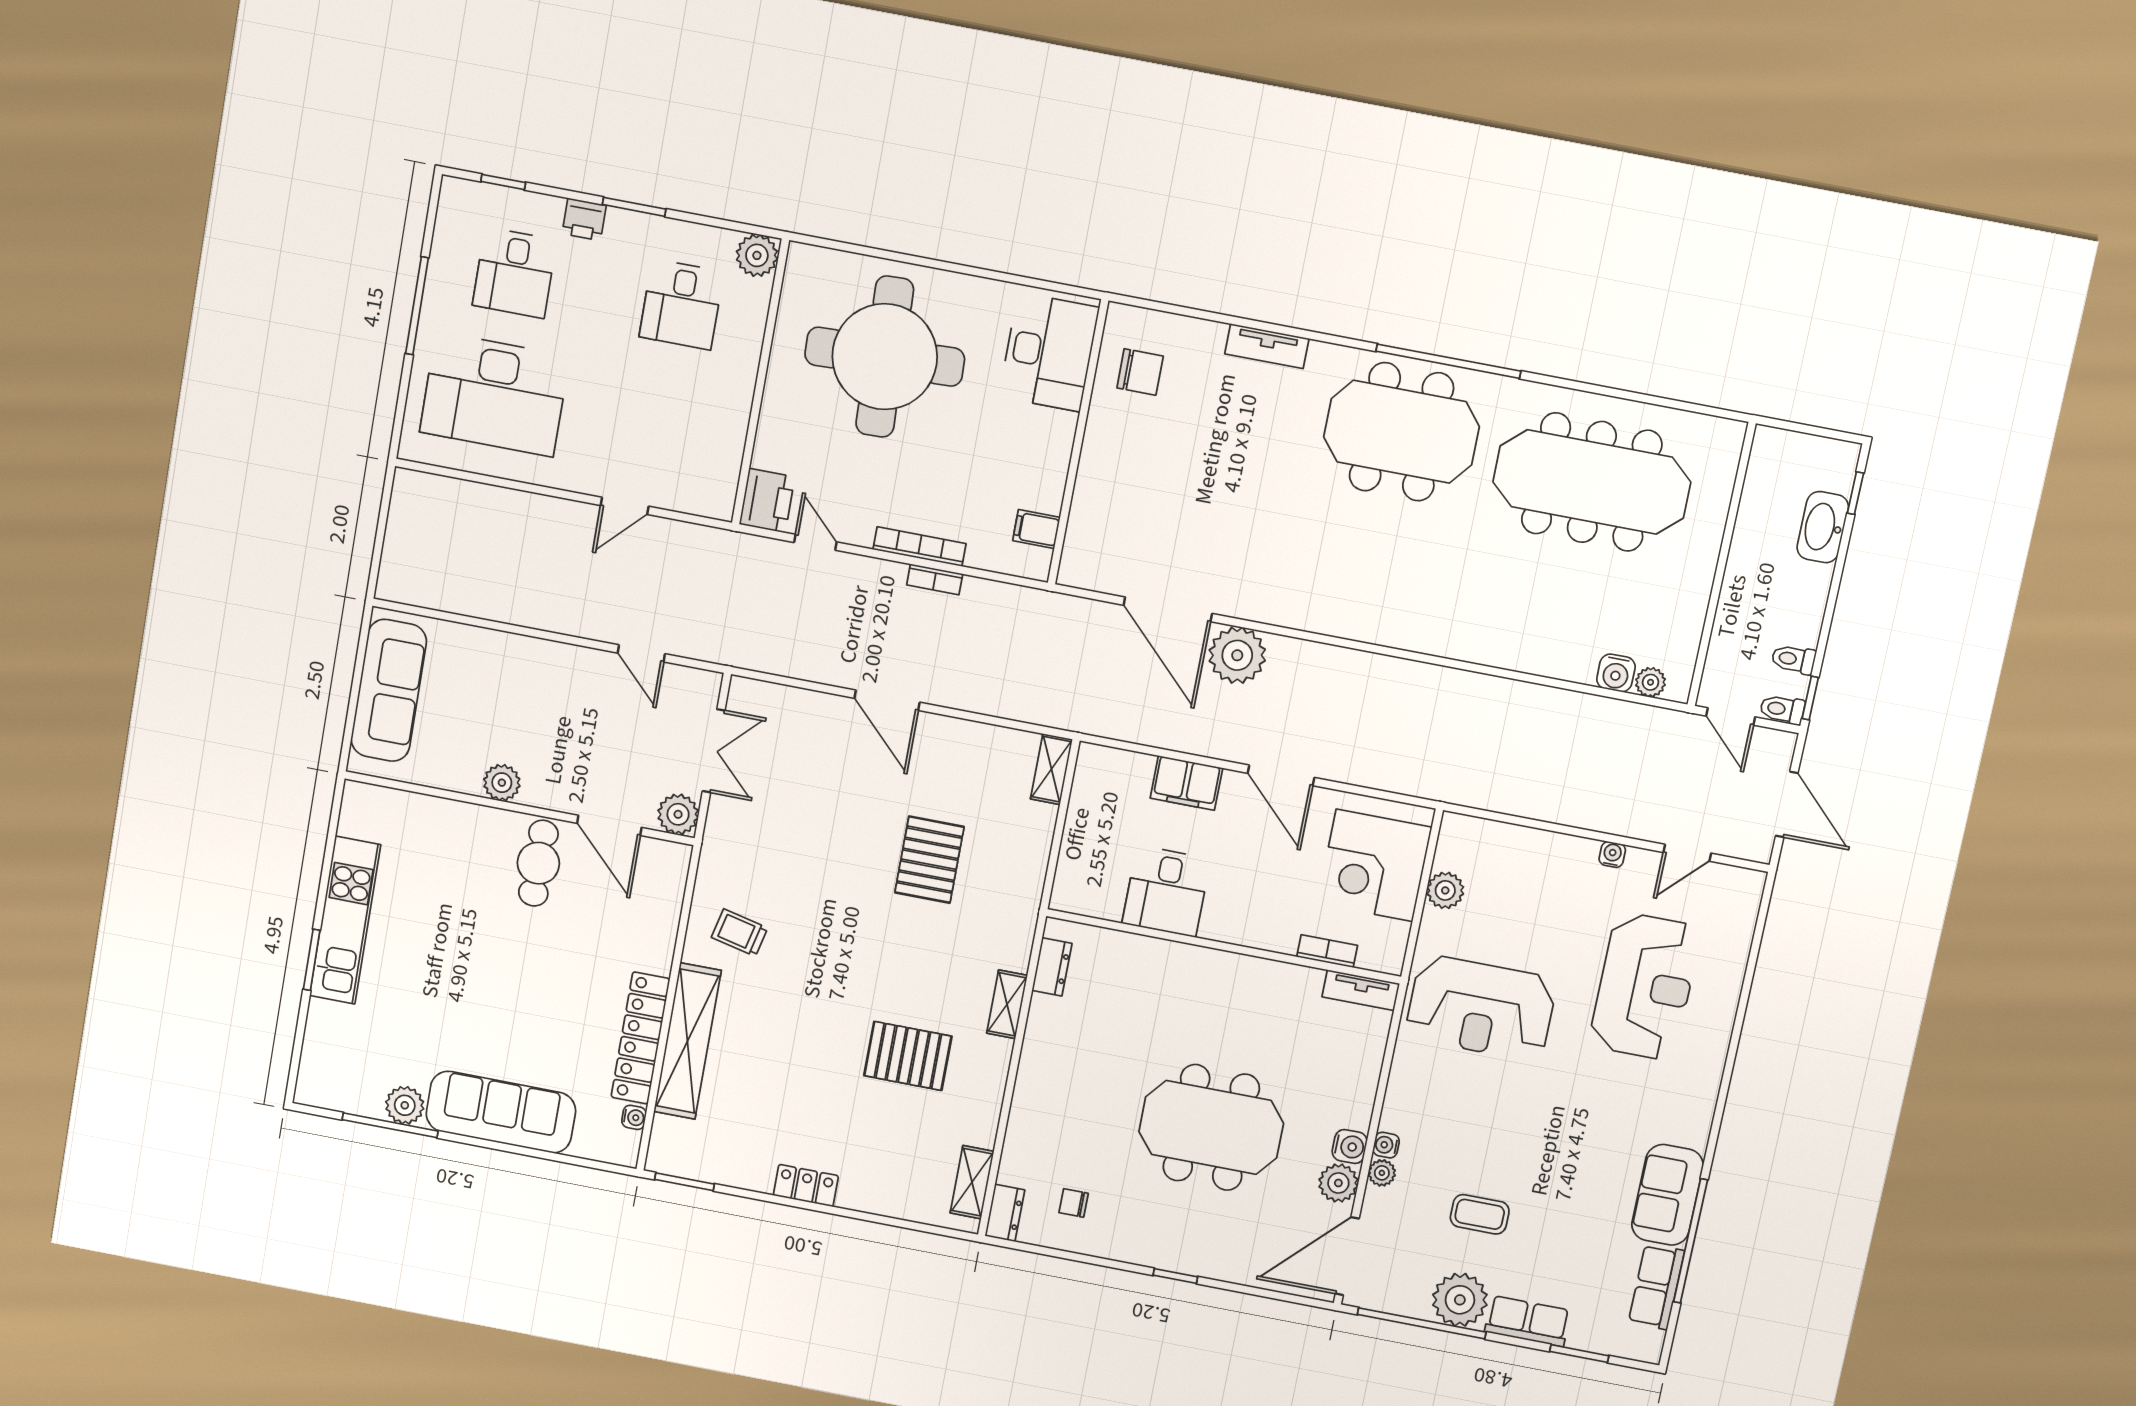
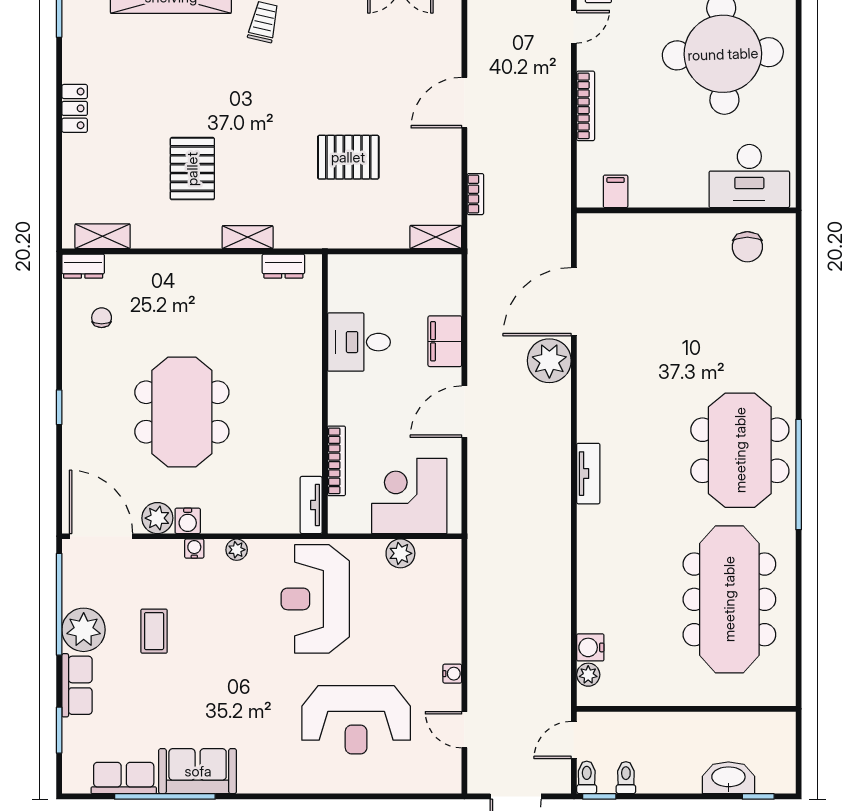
tv unit: (1267, 346) -> (588, 474), moved, turned 180
bookcase: (935, 579) -> (475, 194), moved, turned 180
bookcase: (1327, 951) -> (336, 461), width x1.56
plant: (1382, 1173) -> (237, 550), moved

